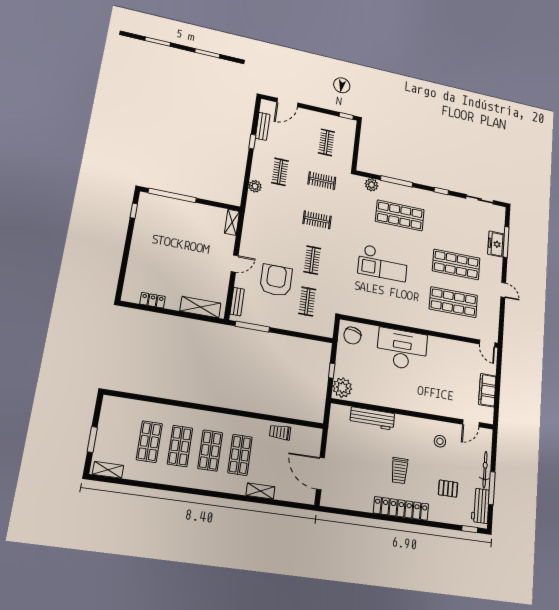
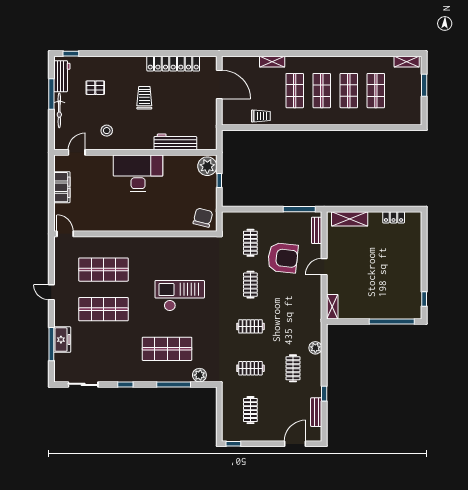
armchair: (276, 280) -> (283, 258), turned -84
desk: (402, 349) -> (138, 173), moved, turned 180
locker: (401, 508) -> (173, 64), moved

